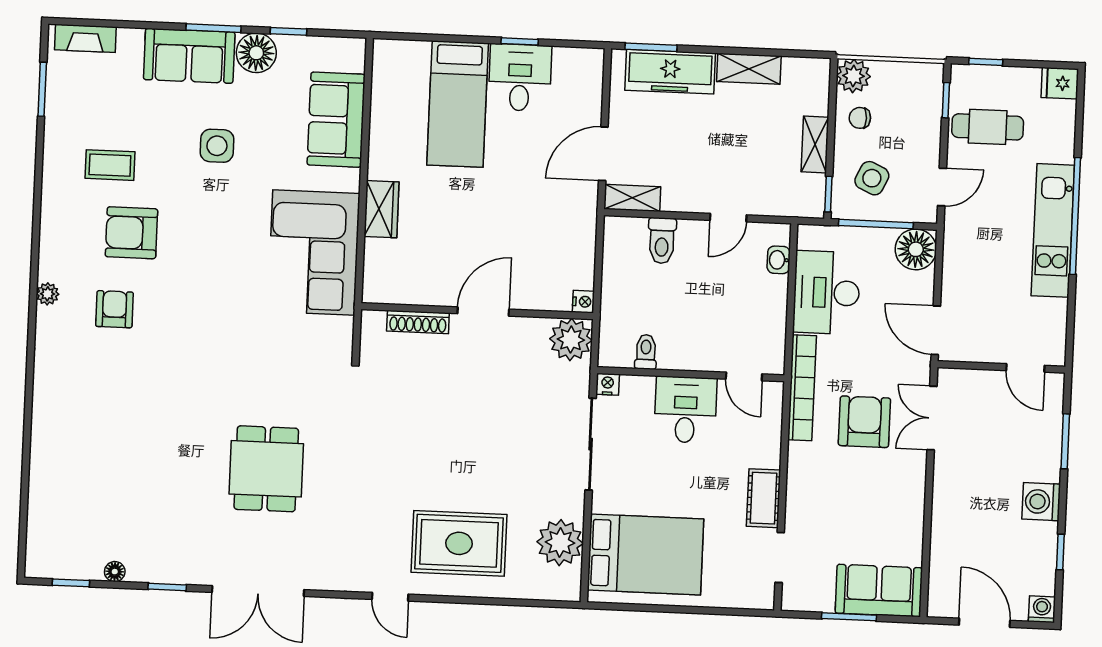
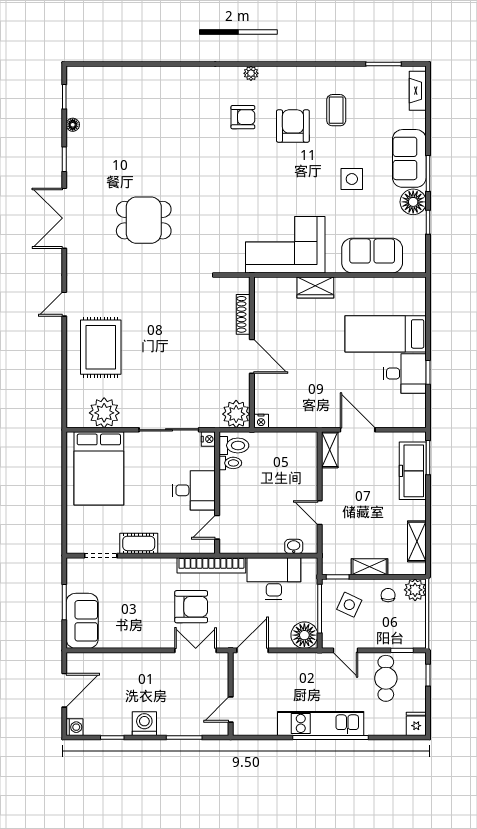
shelving: (749, 69) -> (417, 541), moved
toilet: (662, 241) -> (234, 445), moved, turned 180

